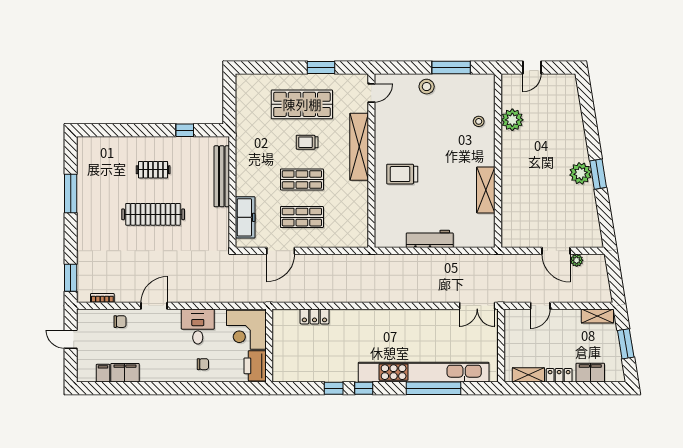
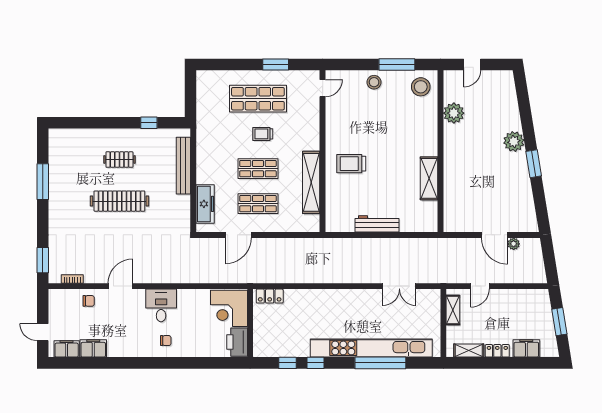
stool: (479, 121) -> (421, 87), moved, width x1.89, depth x1.89
shelving: (359, 147) -> (311, 182), moved
plant: (581, 173) -> (514, 141), moved
double door: (477, 306) -> (399, 286), moved
shelving: (597, 316) -> (453, 310), moved, turned 90
corner desk: (246, 330) -> (229, 308), moved
door: (71, 339) -> (43, 332), moved
wall: (269, 345) -> (250, 323), moved
printer: (255, 366) -> (237, 342), moved
filing cabinet: (103, 373) -> (67, 349), width x2.00

